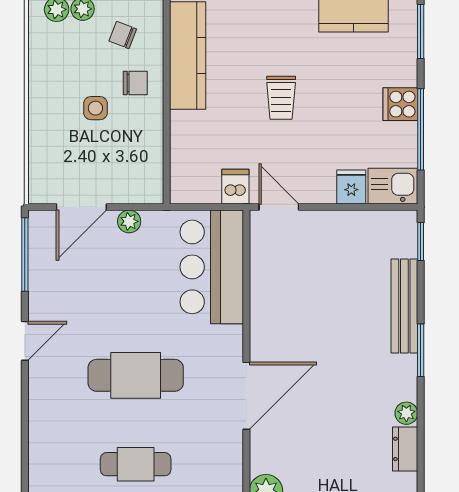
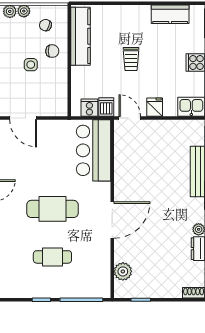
fridge: (351, 187) -> (155, 107), moved
cooker: (204, 188) -> (89, 108), added
door: (81, 207) -> (23, 118), hinge flipped
plant: (129, 221) -> (49, 126), removed

